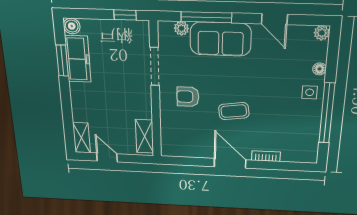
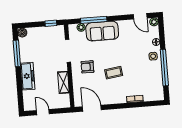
door: (274, 19) -> (140, 16), moved
freezer: (78, 59) -> (28, 76), moved
window: (62, 61) -> (17, 53), width x1.44
shelving: (145, 136) -> (63, 82), moved
shelving: (82, 138) -> (28, 101), removed
door: (230, 163) -> (92, 108), moved

